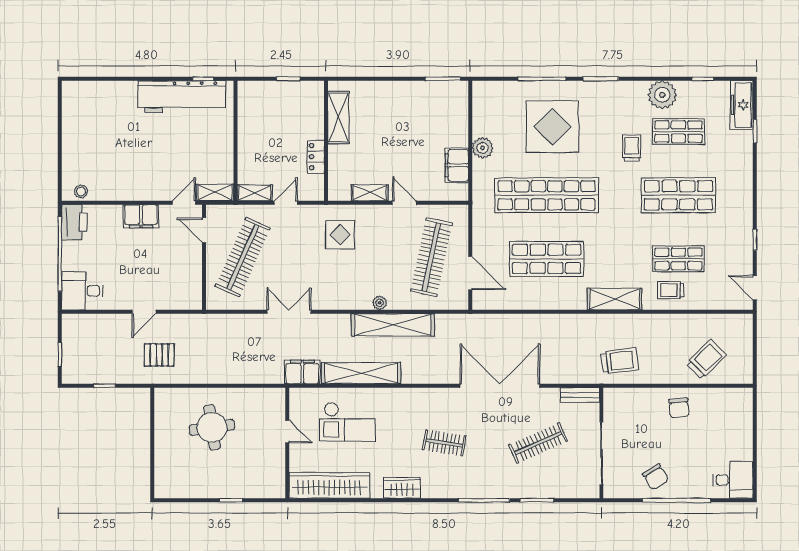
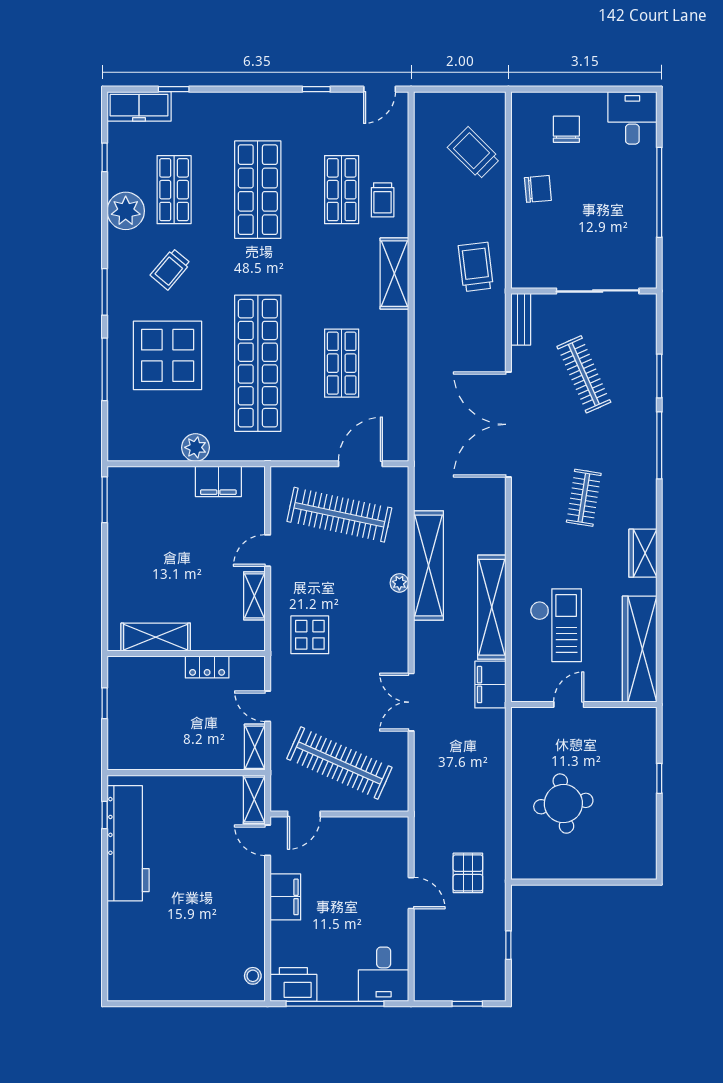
trolley: (632, 148) -> (170, 269), moved, turned -50
shop shelf: (547, 259) -> (342, 363), width x0.70, depth x0.74
chair: (656, 477) -> (566, 129), moved, turned -58

